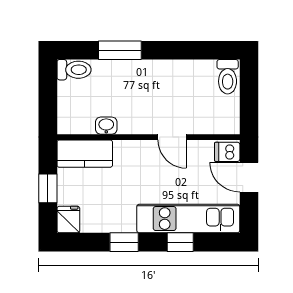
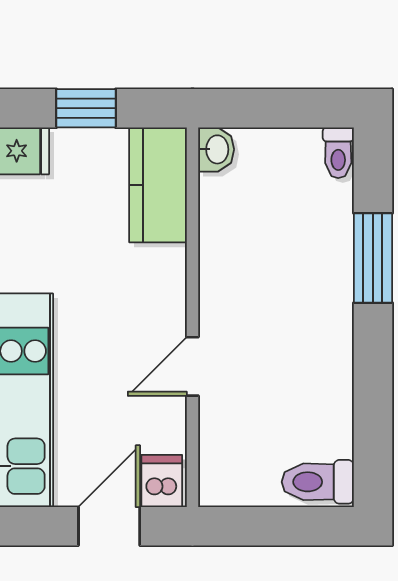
toilet: (74, 70) -> (338, 153), width x0.73, depth x0.72
washbasin: (106, 126) -> (216, 149), moved

